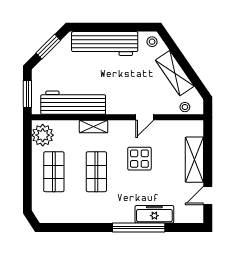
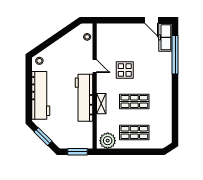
shelving: (175, 73) -> (62, 44), removed
workbench: (73, 103) -> (84, 98), moved
shelving: (194, 160) -> (125, 30), removed
freezer: (154, 214) -> (165, 37), moved
window: (139, 228) -> (175, 55), moved

